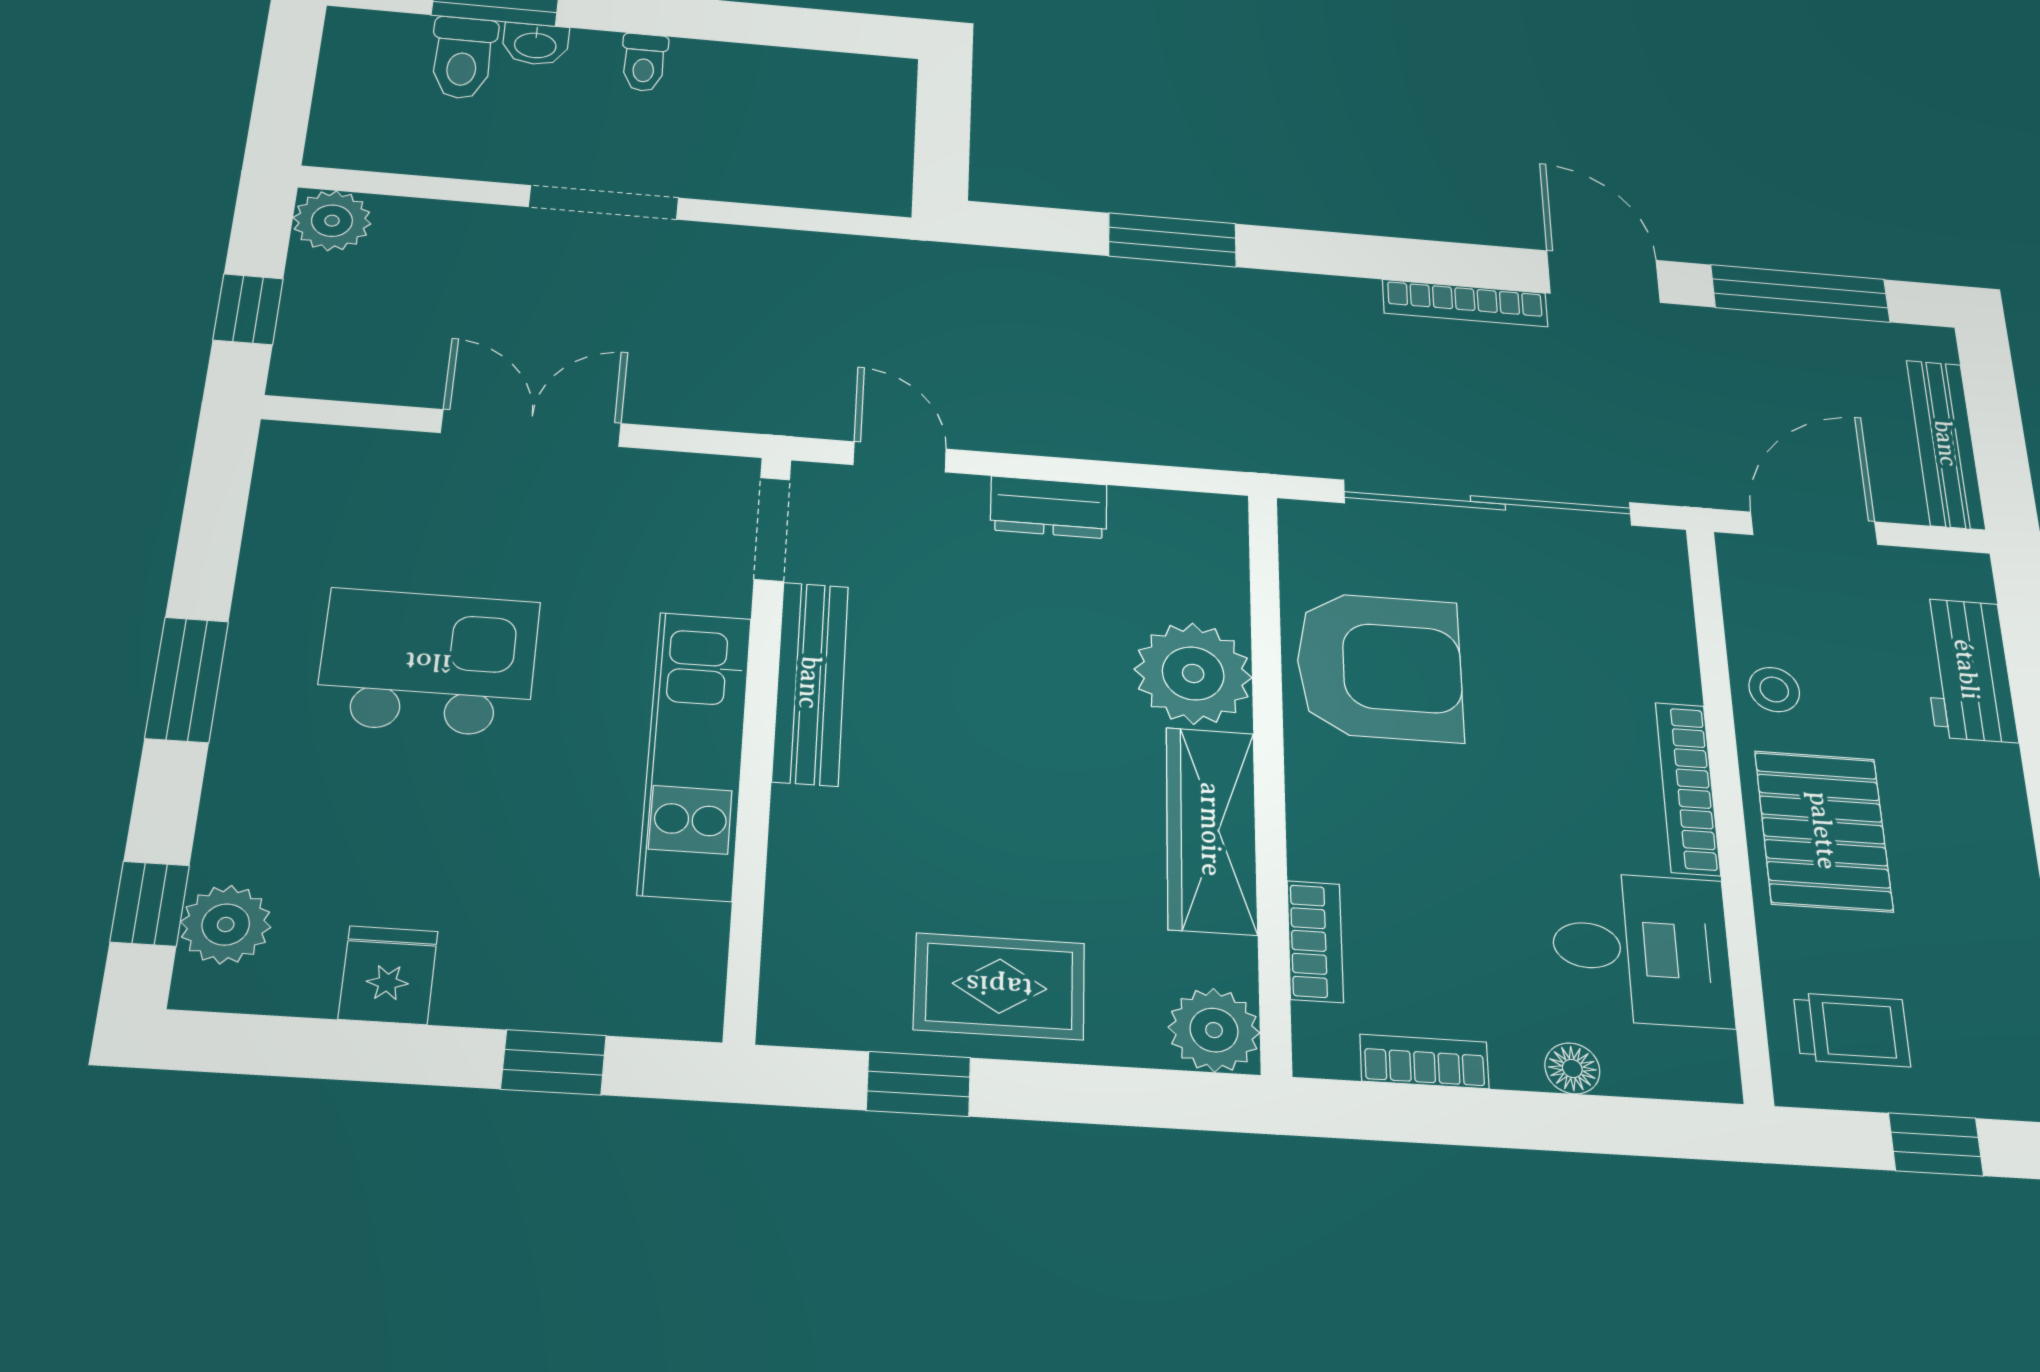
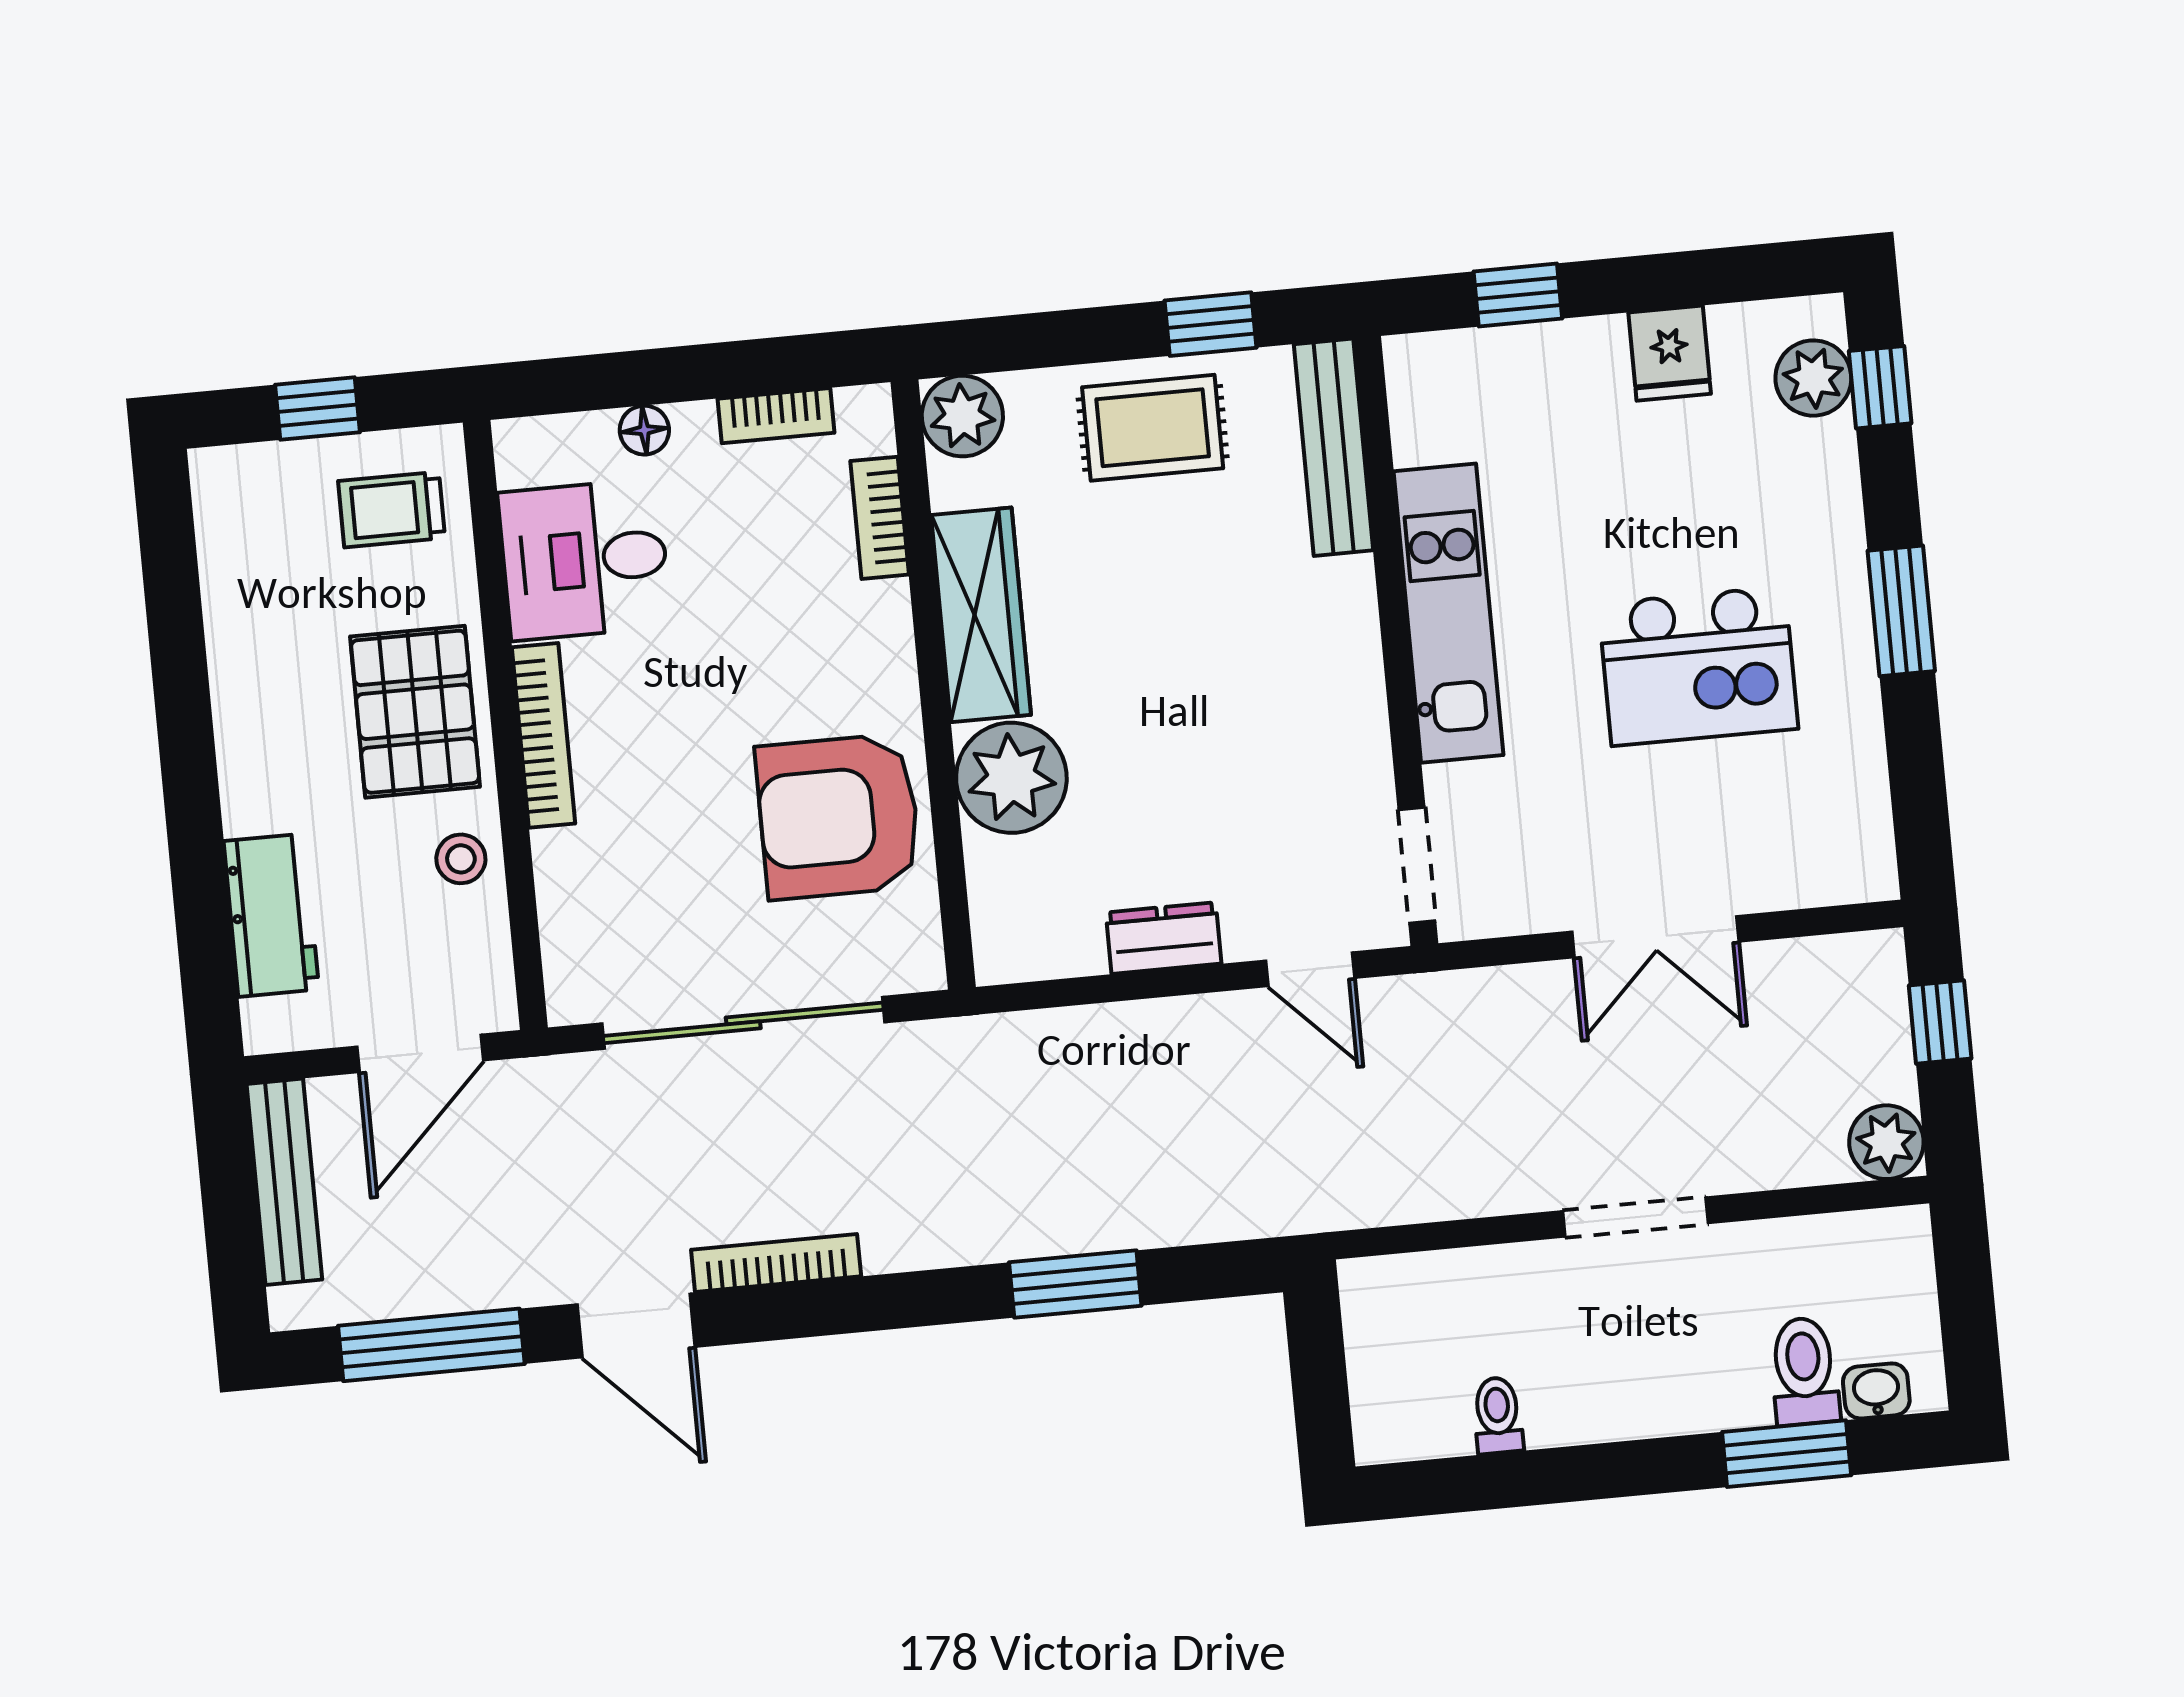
washbasin: (535, 44) -> (1876, 1391), moved
toilet: (644, 62) -> (1498, 1415), moved
bench: (810, 683) -> (1333, 447), moved

